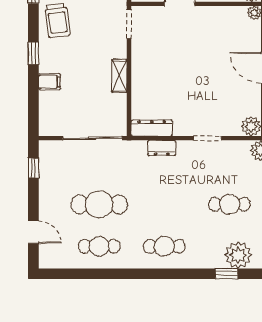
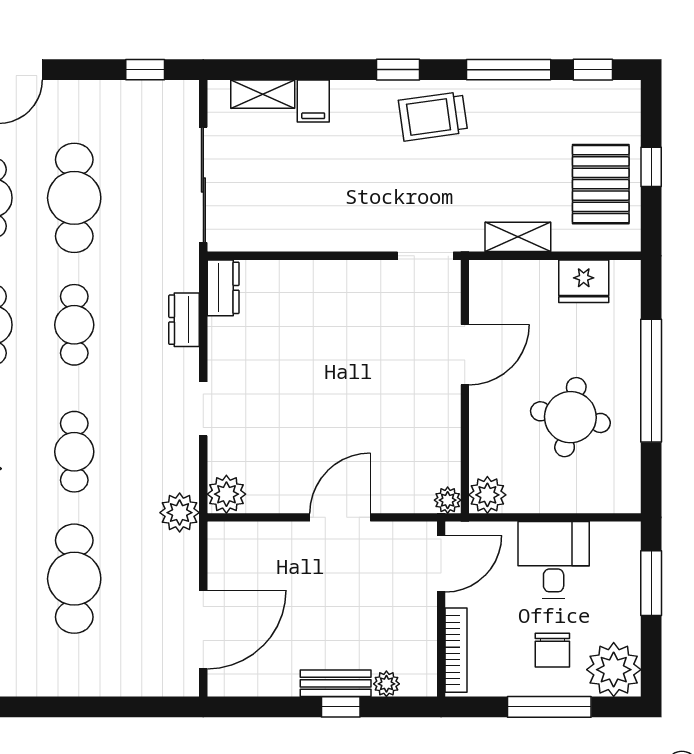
window: (33, 53) -> (398, 70), moved
shelving: (119, 76) -> (263, 94), moved
dresser: (152, 128) -> (223, 288), width x0.70
cafe table: (164, 204) -> (74, 325), added

